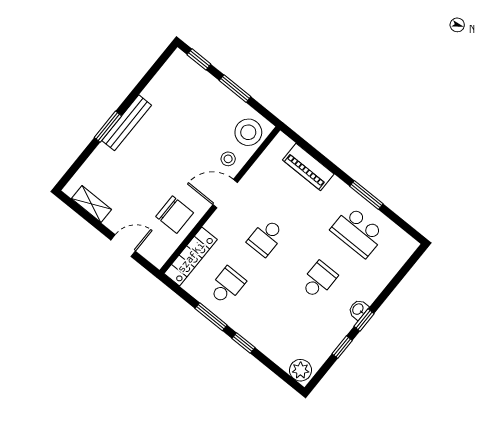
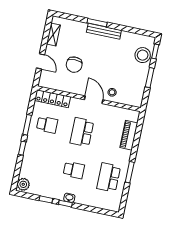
stool: (248, 132) -> (143, 55), moved
chair: (175, 215) -> (74, 65), moved
school desk: (266, 237) -> (82, 132), width x1.85

